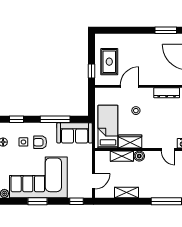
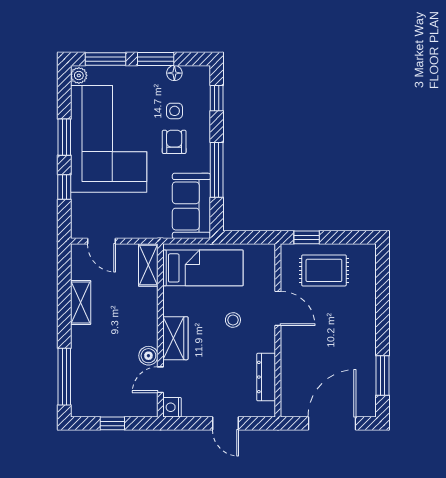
wardrobe: (130, 142) -> (175, 338), moved
shelving: (122, 156) -> (148, 265), moved
boiler: (139, 156) -> (148, 356), moved
window: (76, 201) -> (64, 187), moved

